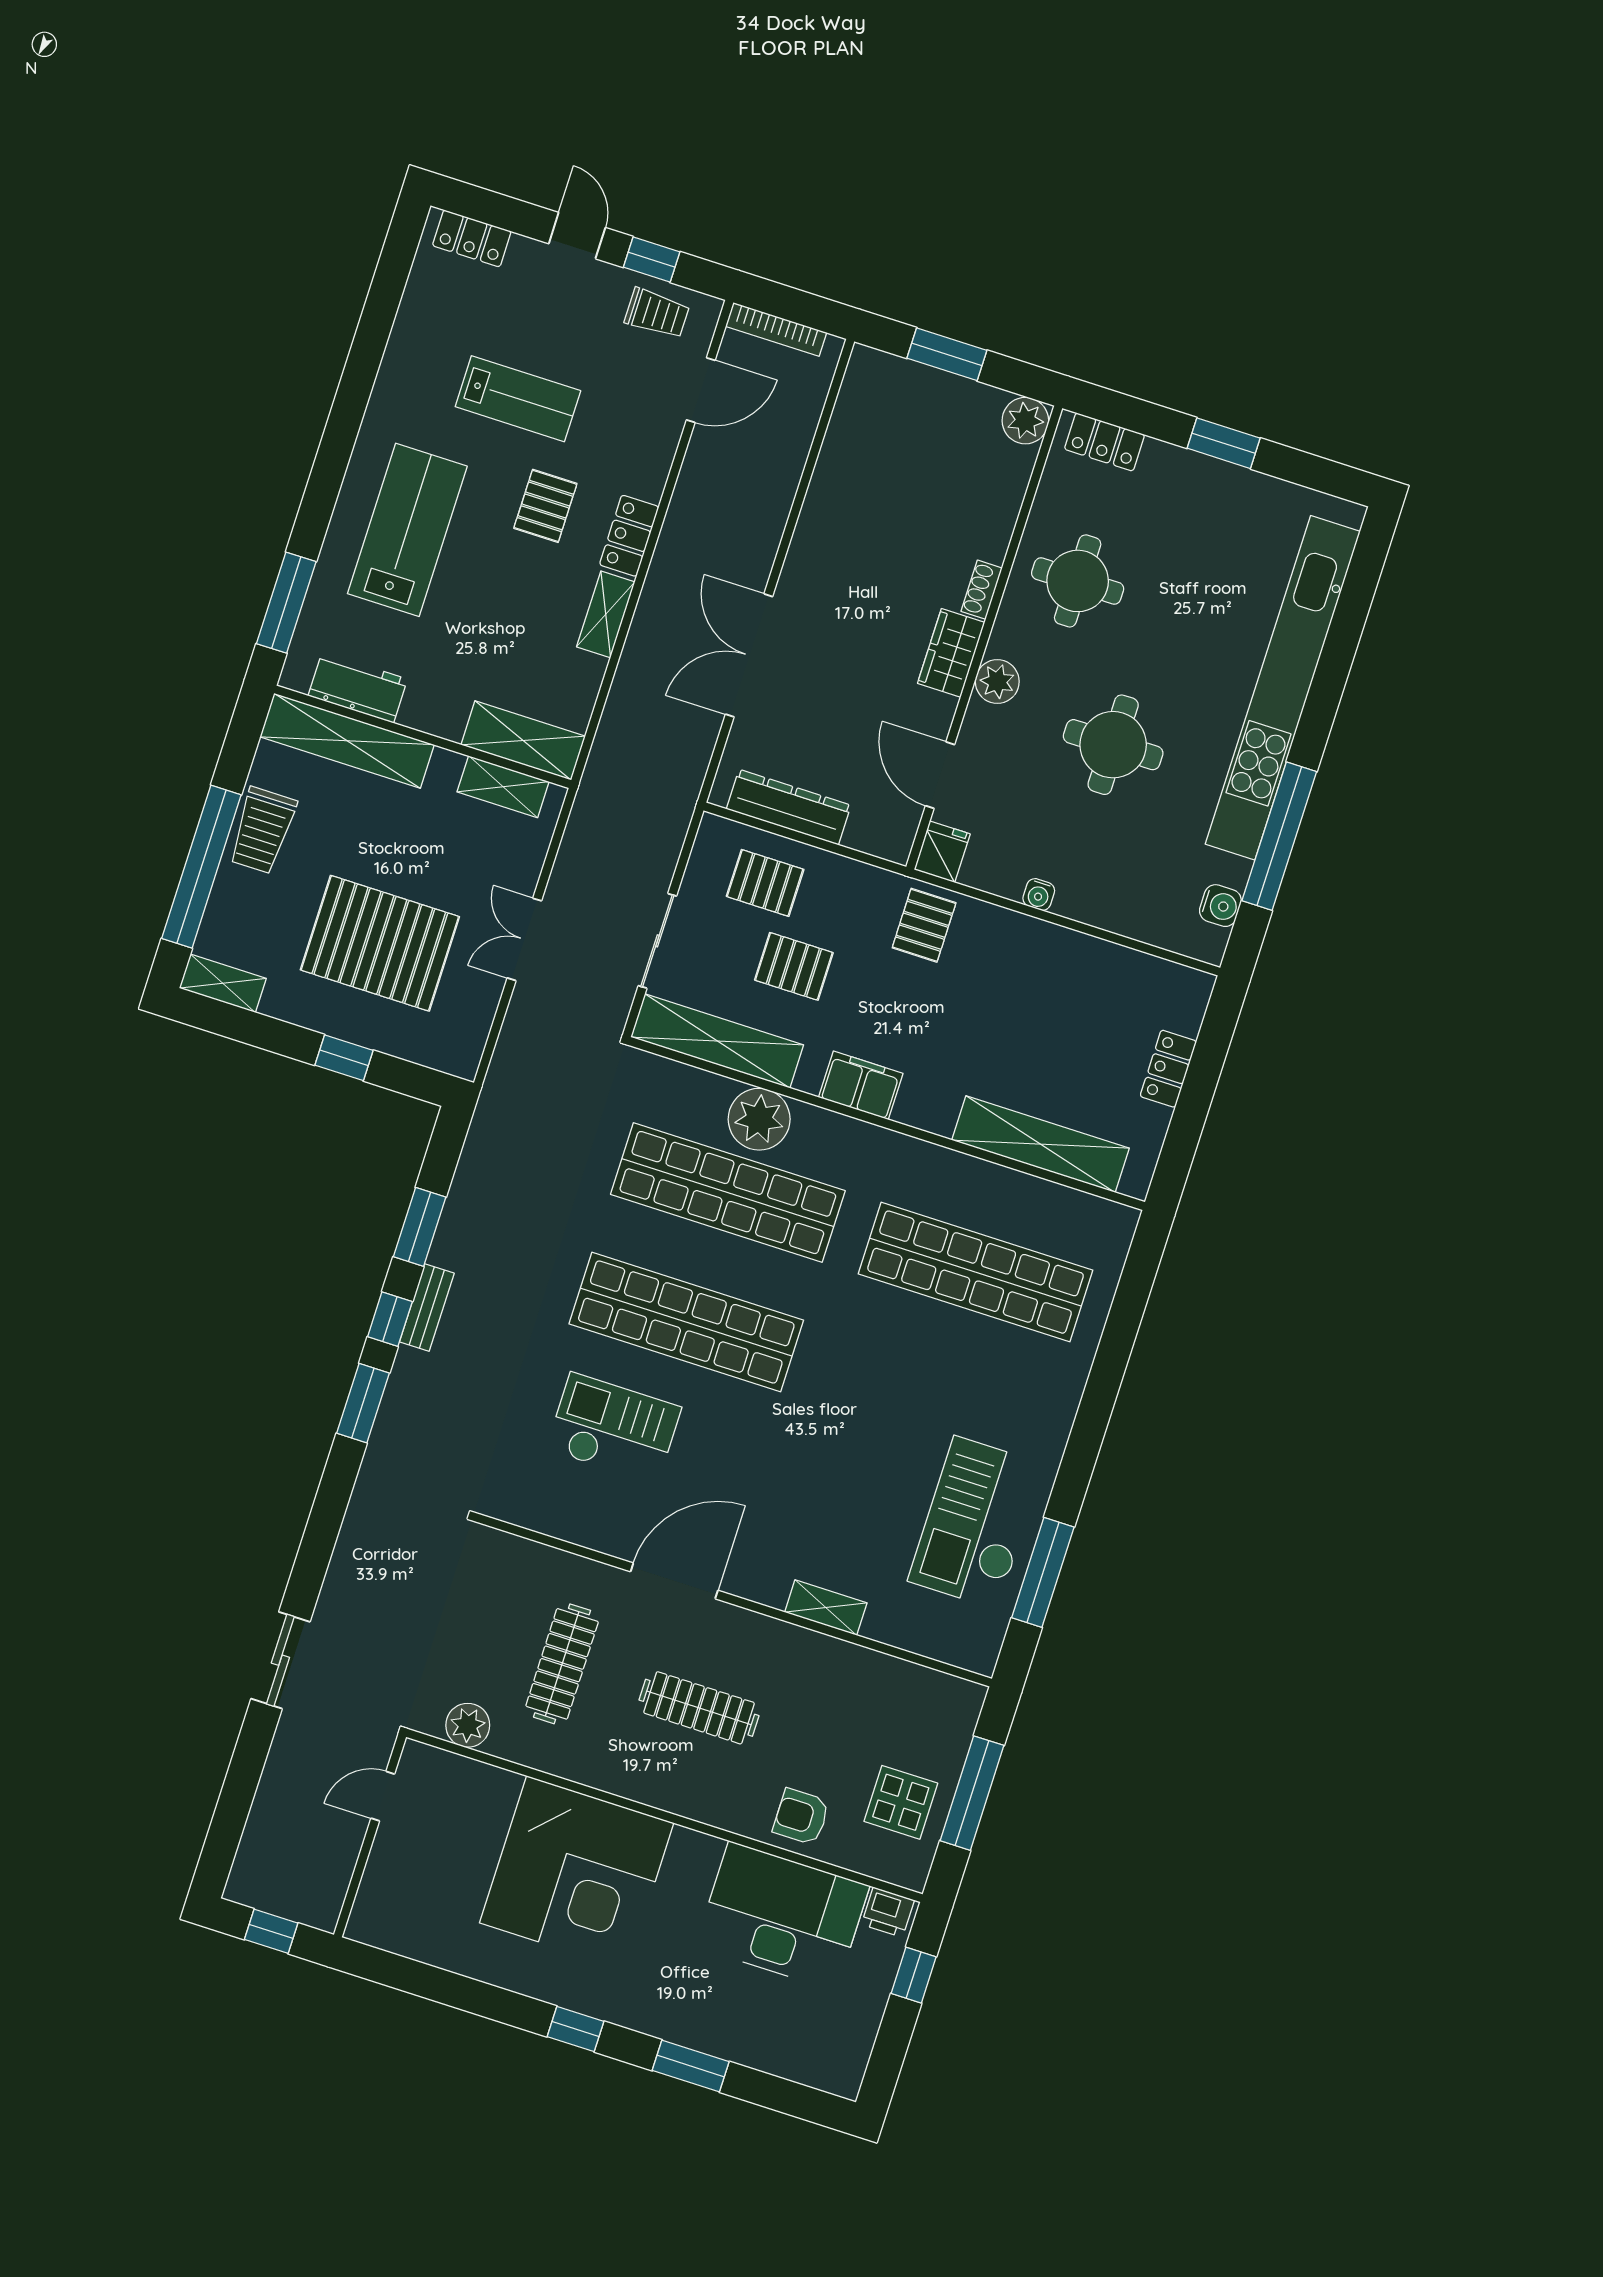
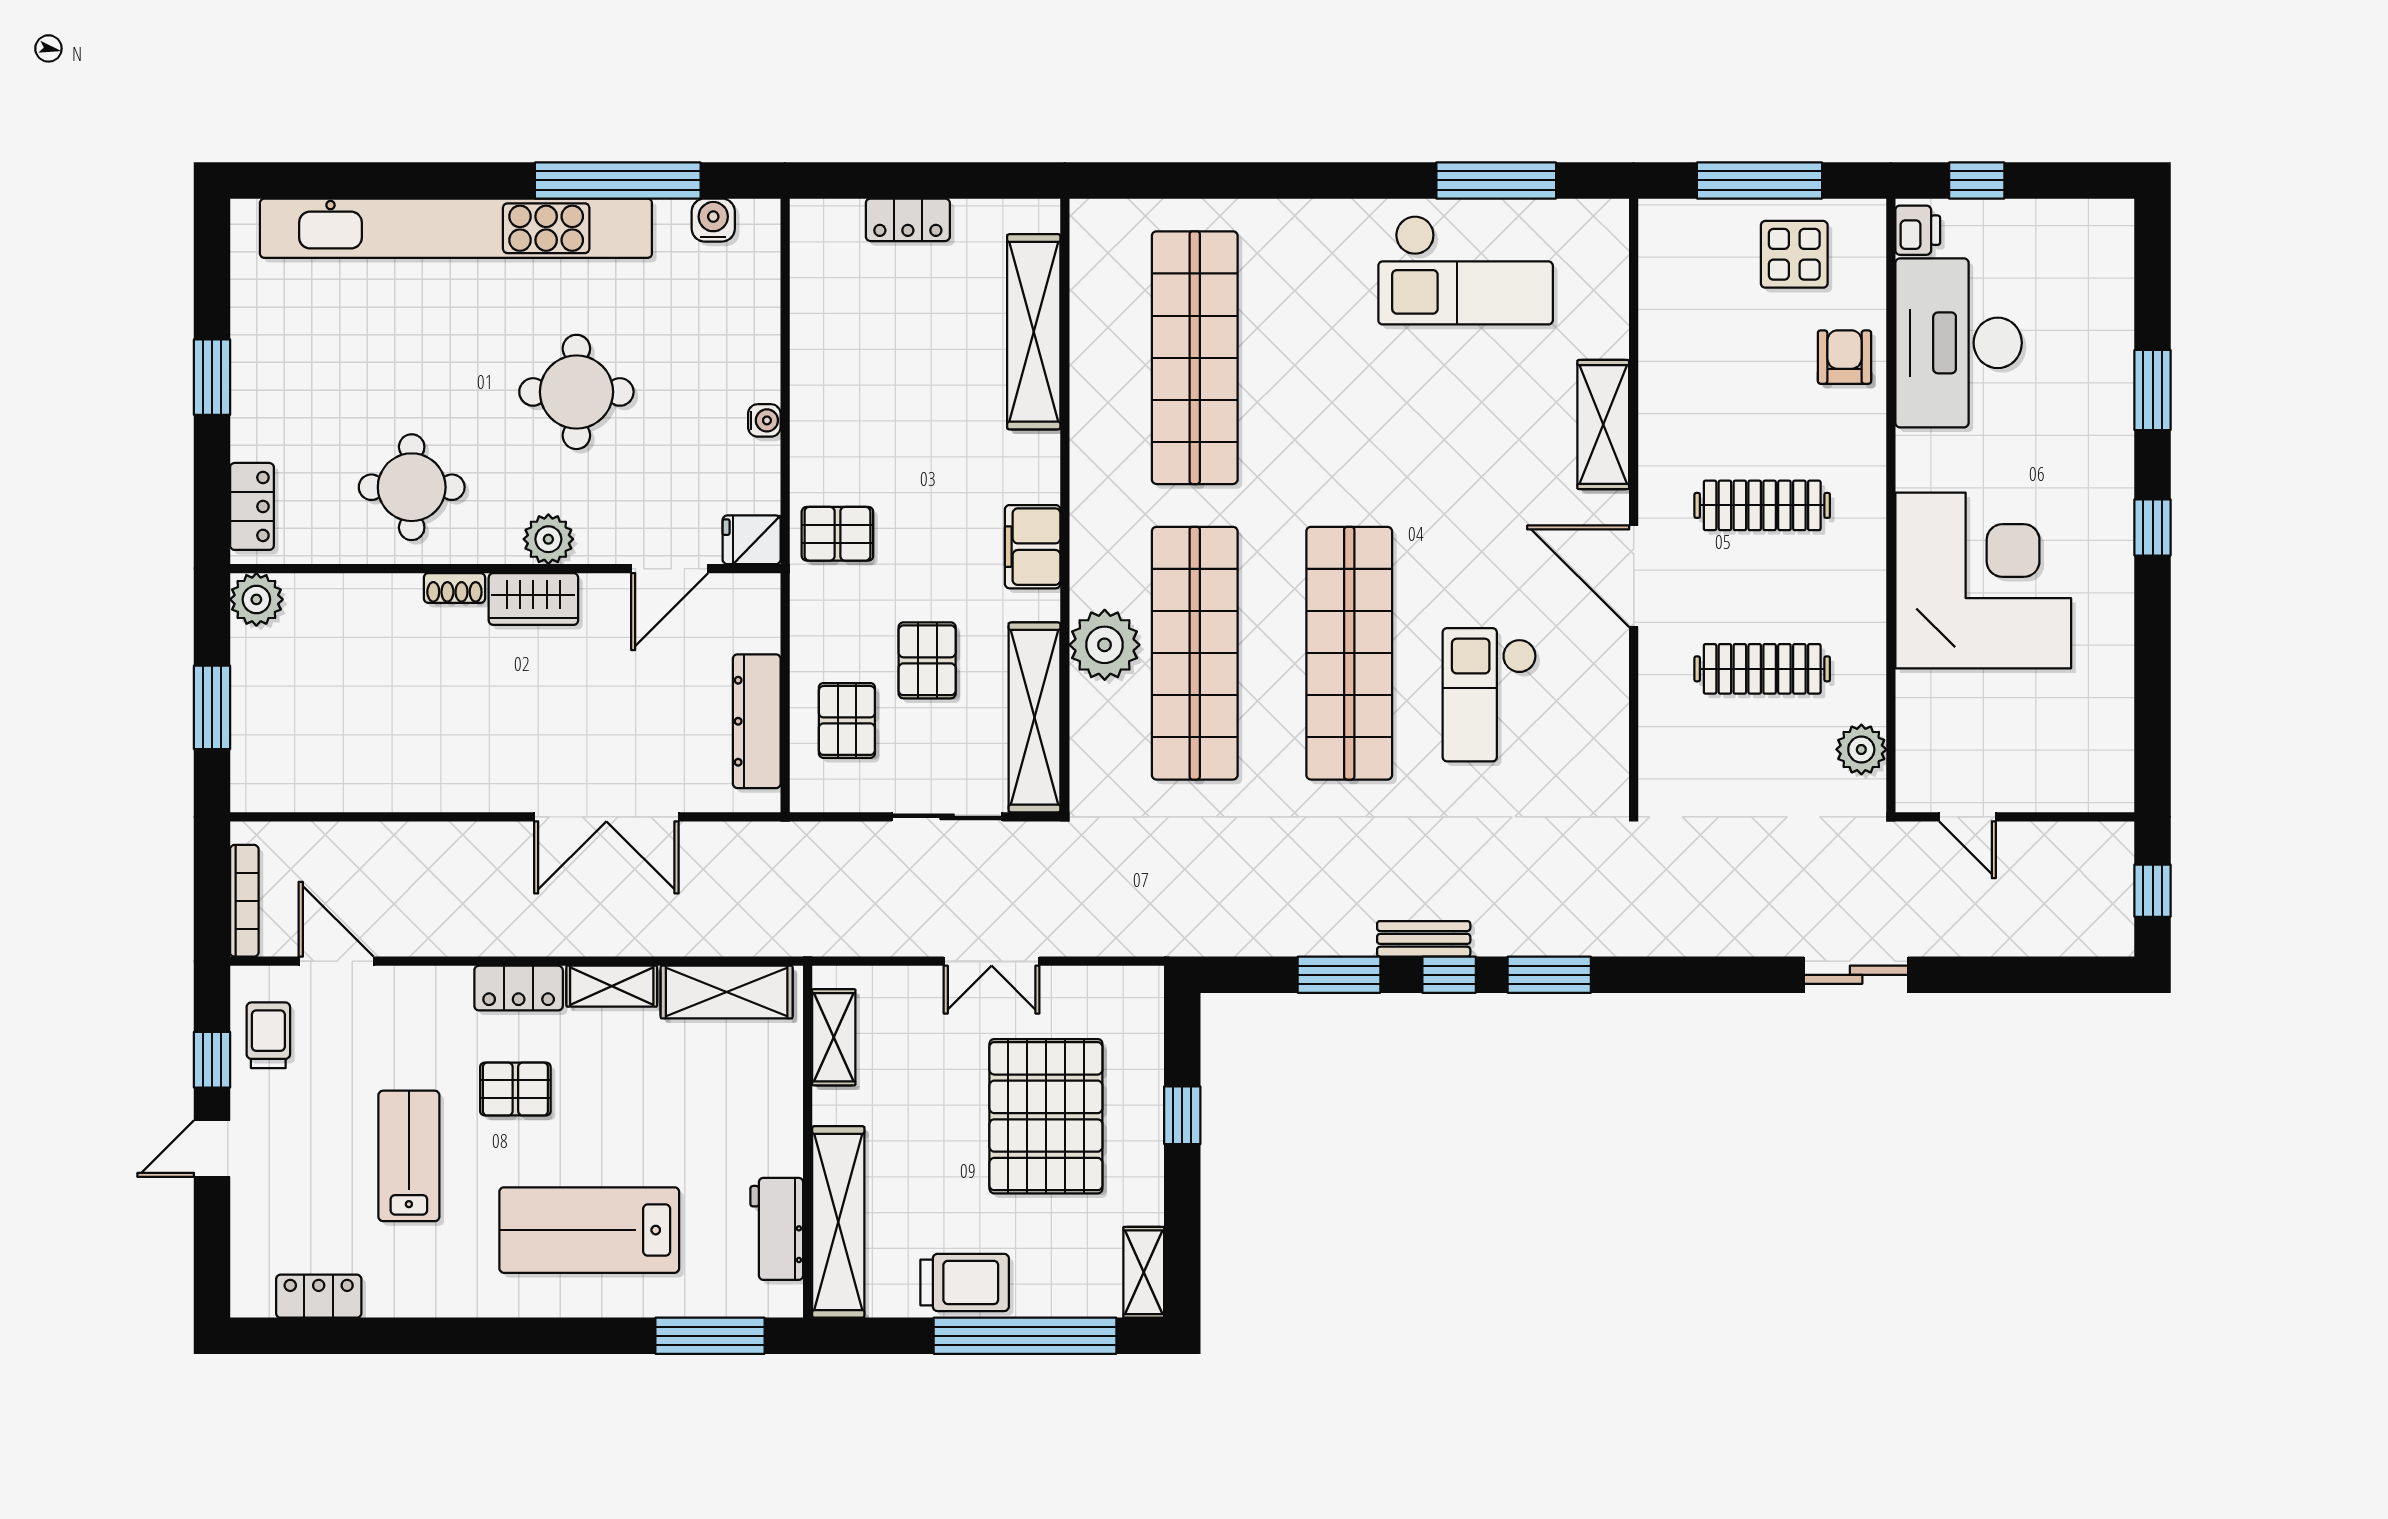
locker: (472, 238) -> (319, 1296), moved, turned -90
shelving: (523, 740) -> (727, 992), moved, turned 90
shelving: (826, 1608) -> (1603, 425), width x1.50, depth x1.33
clothes rail: (699, 1708) -> (1762, 505), turned 90
armchair: (801, 1817) -> (1844, 357), turned 180

